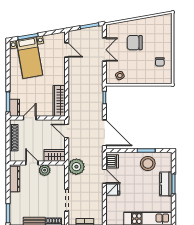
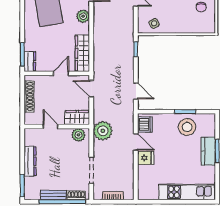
plant: (60, 70) -> (83, 16), added
door: (30, 118) -> (61, 73), moved
door: (104, 133) -> (136, 91), width x0.53
plant: (45, 170) -> (79, 135), moved
dresser: (15, 179) -> (30, 161), moved

